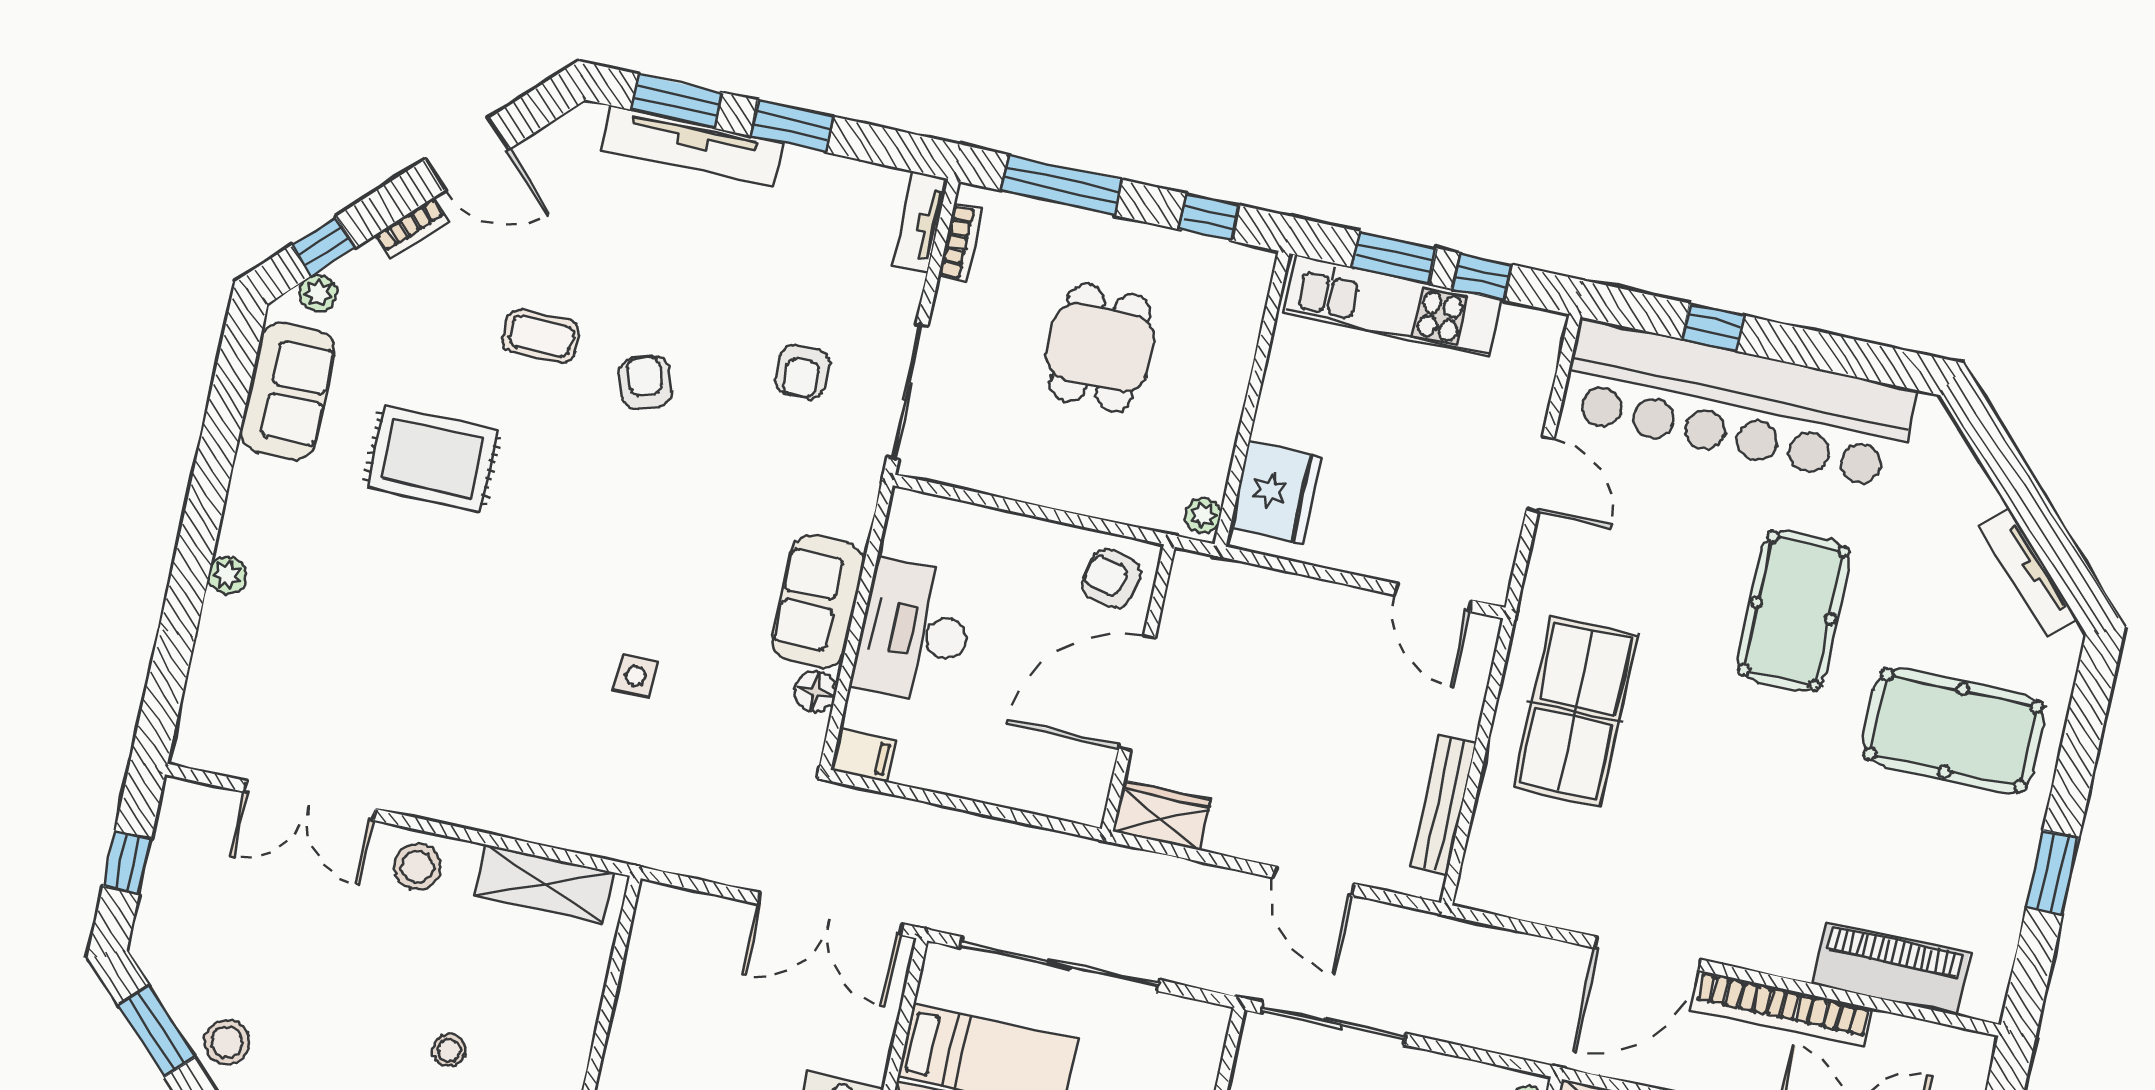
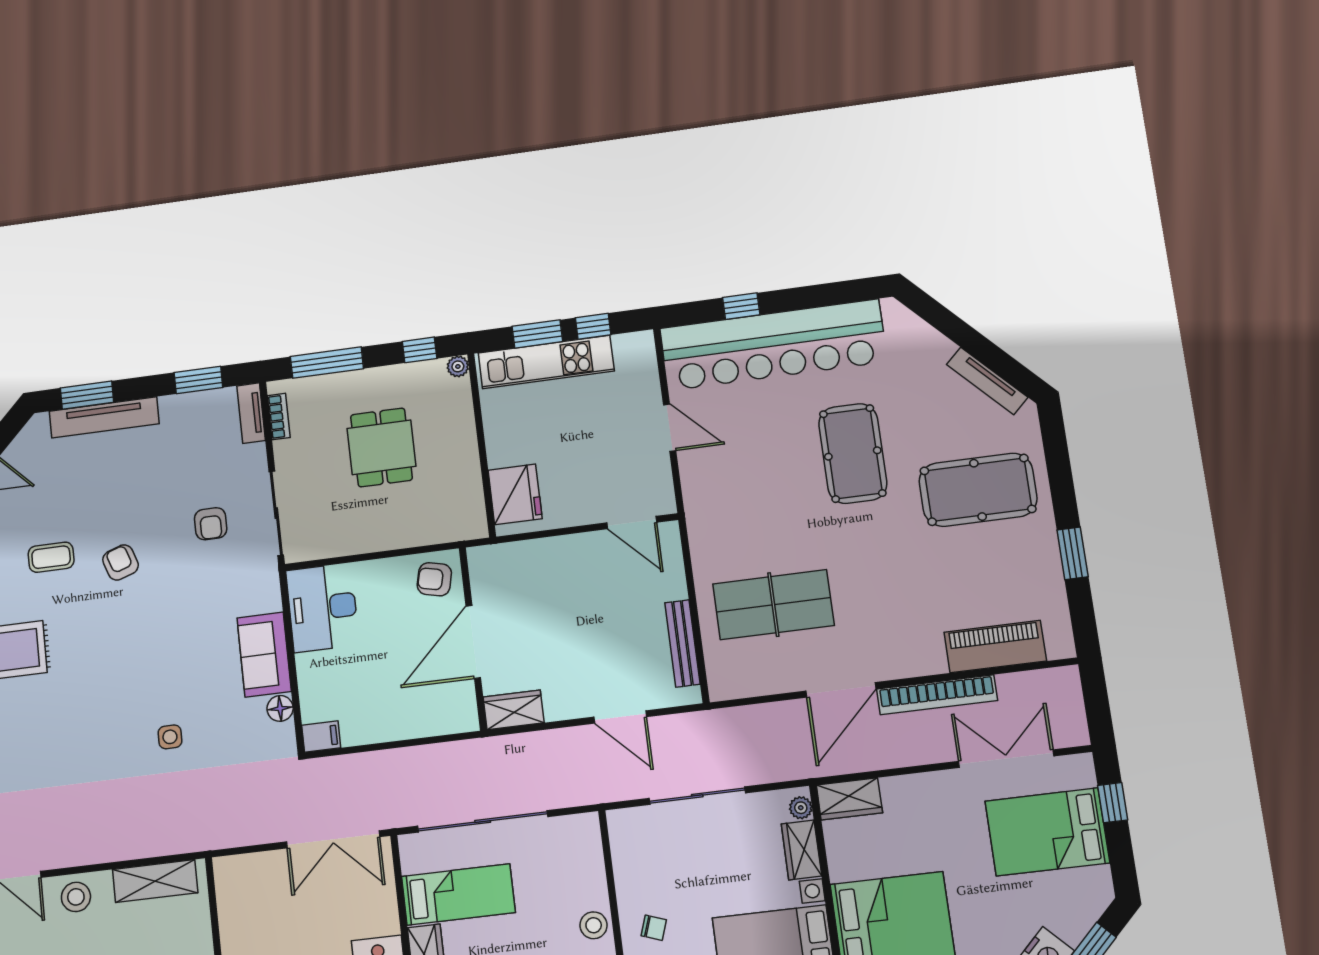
window: (792, 126) -> (198, 380), moved
plant: (1203, 515) -> (458, 366), moved
desk: (914, 632) -> (323, 608), moved
table tennis table: (1576, 711) -> (773, 605), moved, turned 90
sliding door: (1333, 1024) -> (697, 796), moved

